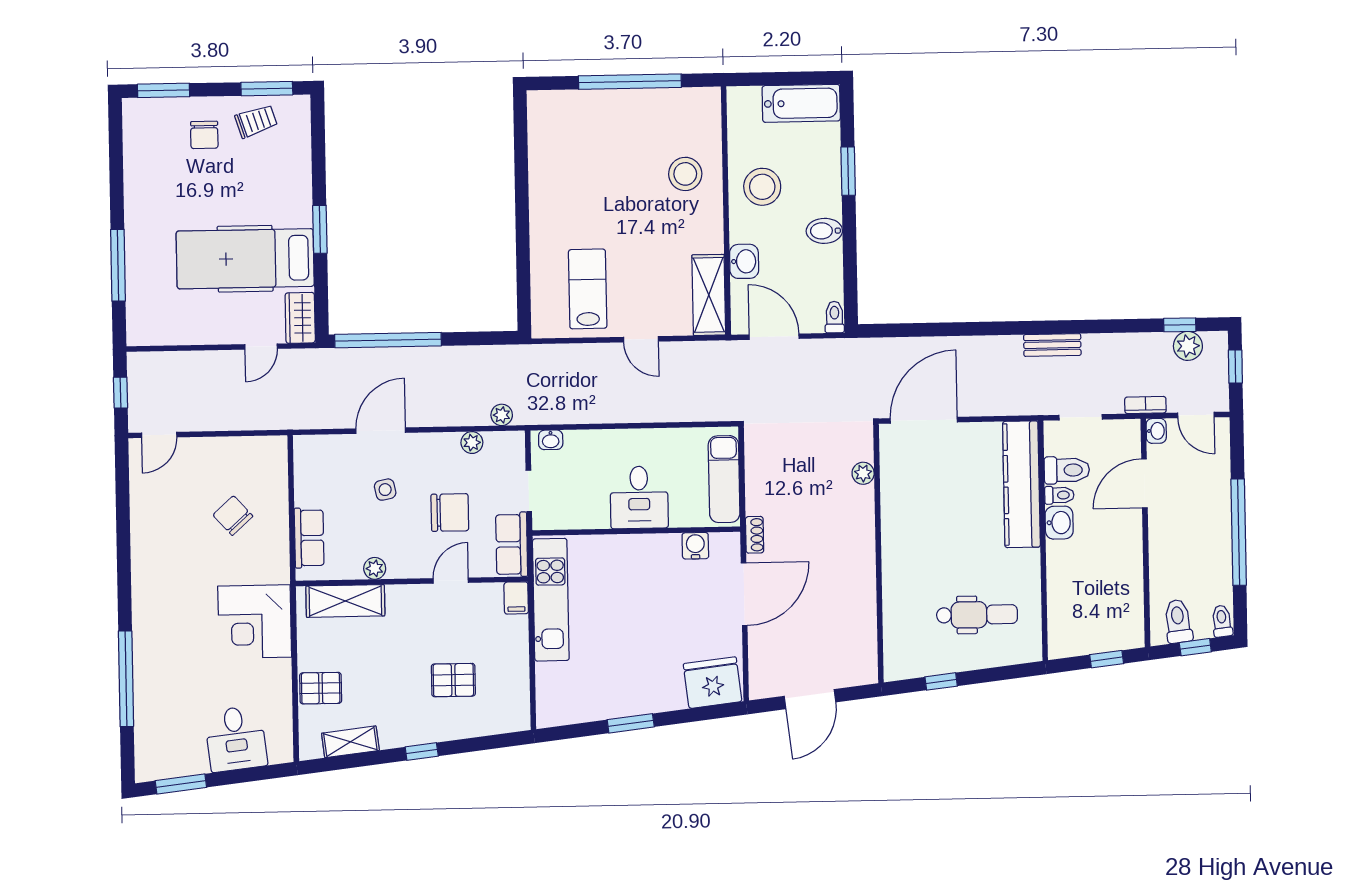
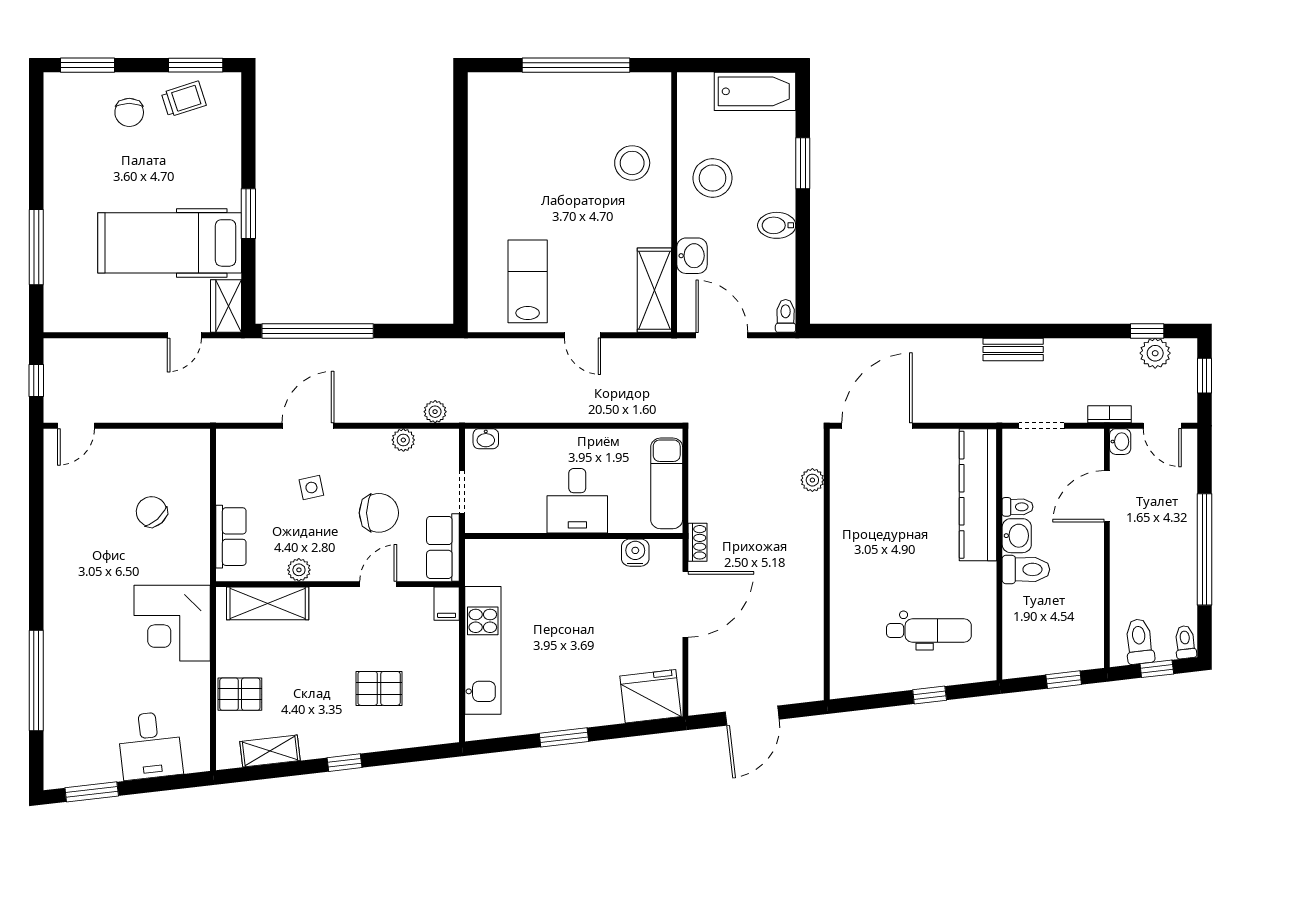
toilet: (1067, 470) -> (1026, 569), moved
kitchen unit: (551, 600) -> (483, 650), moved
window: (941, 681) -> (930, 695), moved

